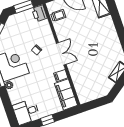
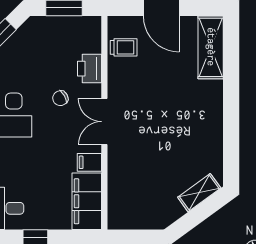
printer: (39, 13) -> (90, 69), moved
double door: (61, 54) -> (104, 122), swing flipped

